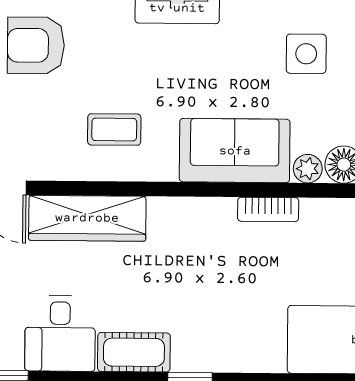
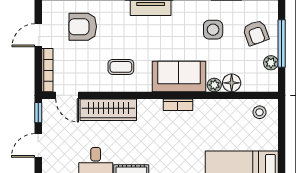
bookcase: (268, 209) -> (178, 105), moved

